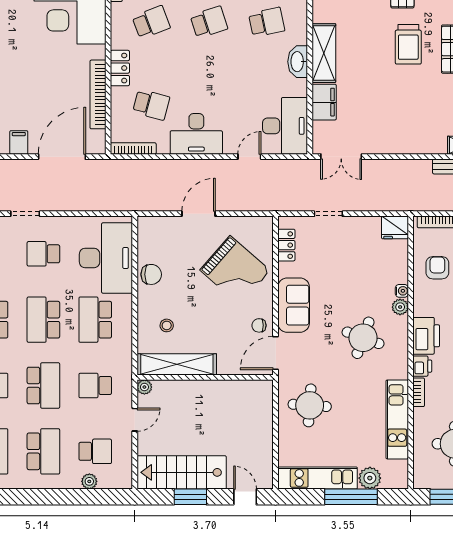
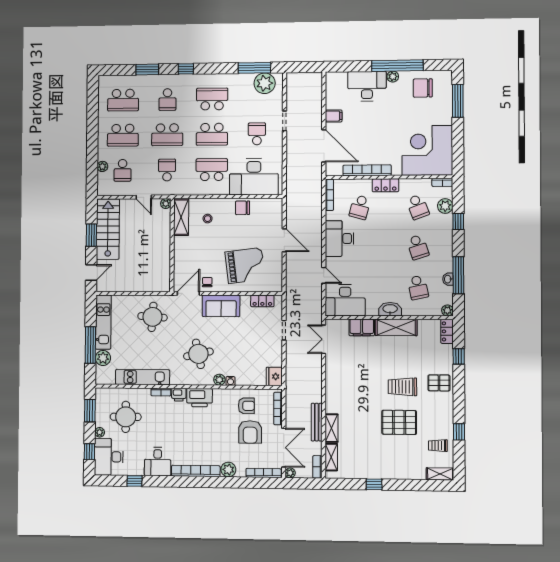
grand piano: (235, 270) -> (245, 266), turned -138
chair: (151, 274) -> (242, 208), turned 90
school desk: (43, 320) -> (212, 134), turned 180
round table: (363, 338) -> (198, 354), turned -32
door: (276, 353) -> (188, 293), hinge flipped
shelving: (177, 364) -> (181, 217), width x0.68

